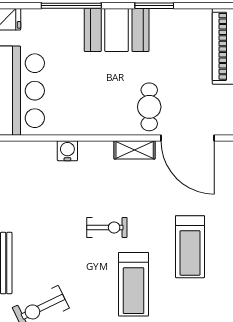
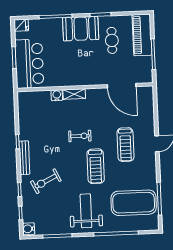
cafe table: (149, 107) -> (112, 40), moved
shelving: (135, 150) -> (74, 94), moved

